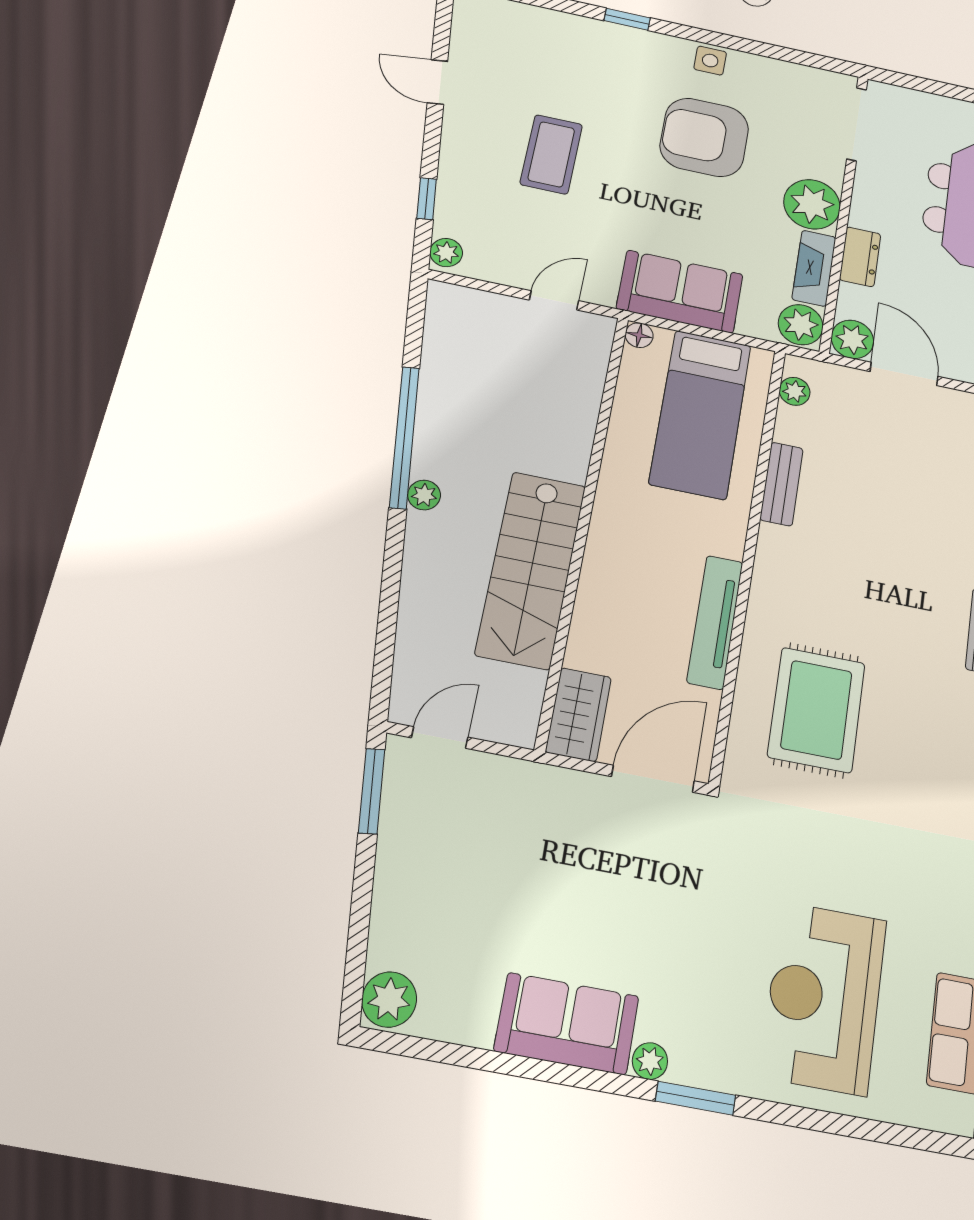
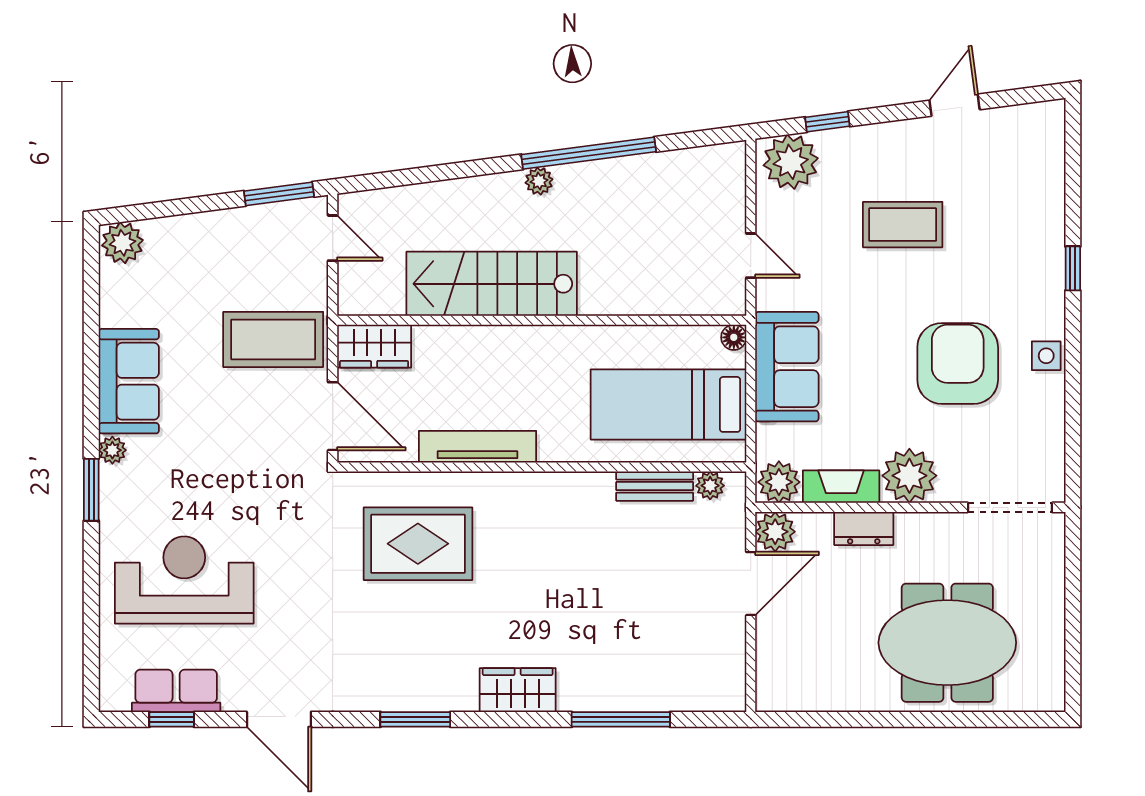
plant: (446, 253) -> (791, 162), width x1.88, depth x1.88
bench: (782, 484) -> (655, 486), moved
coffee table: (548, 832) -> (273, 339), added

